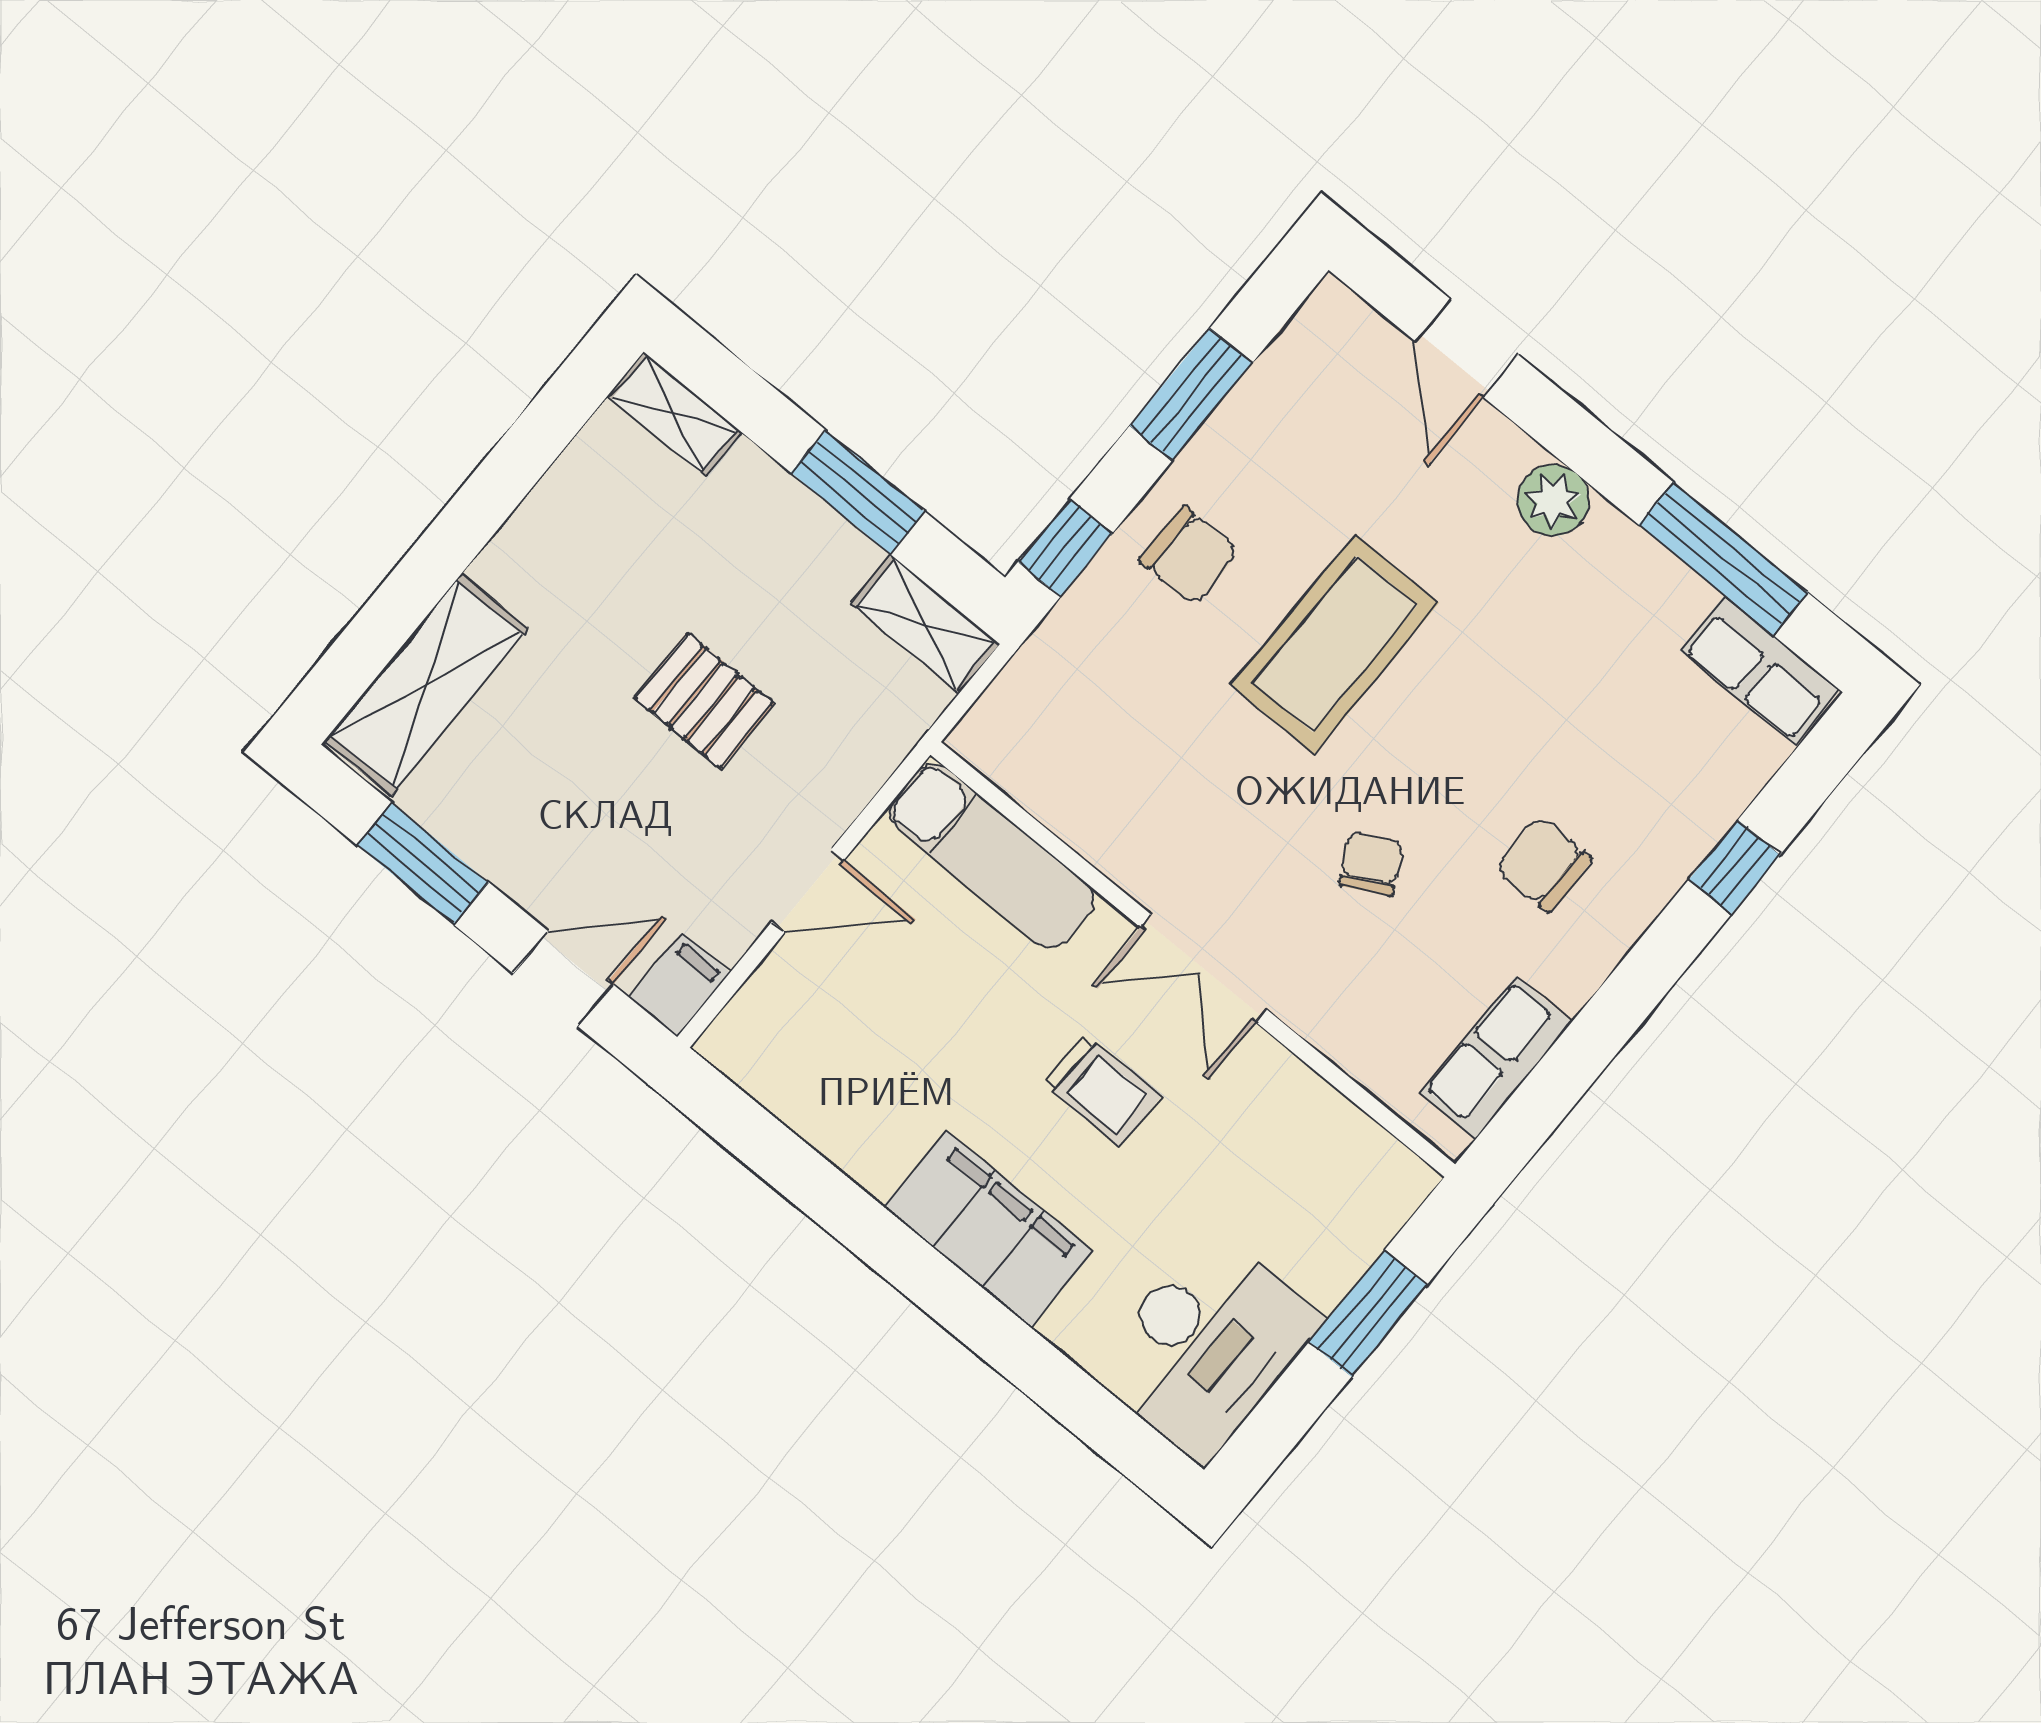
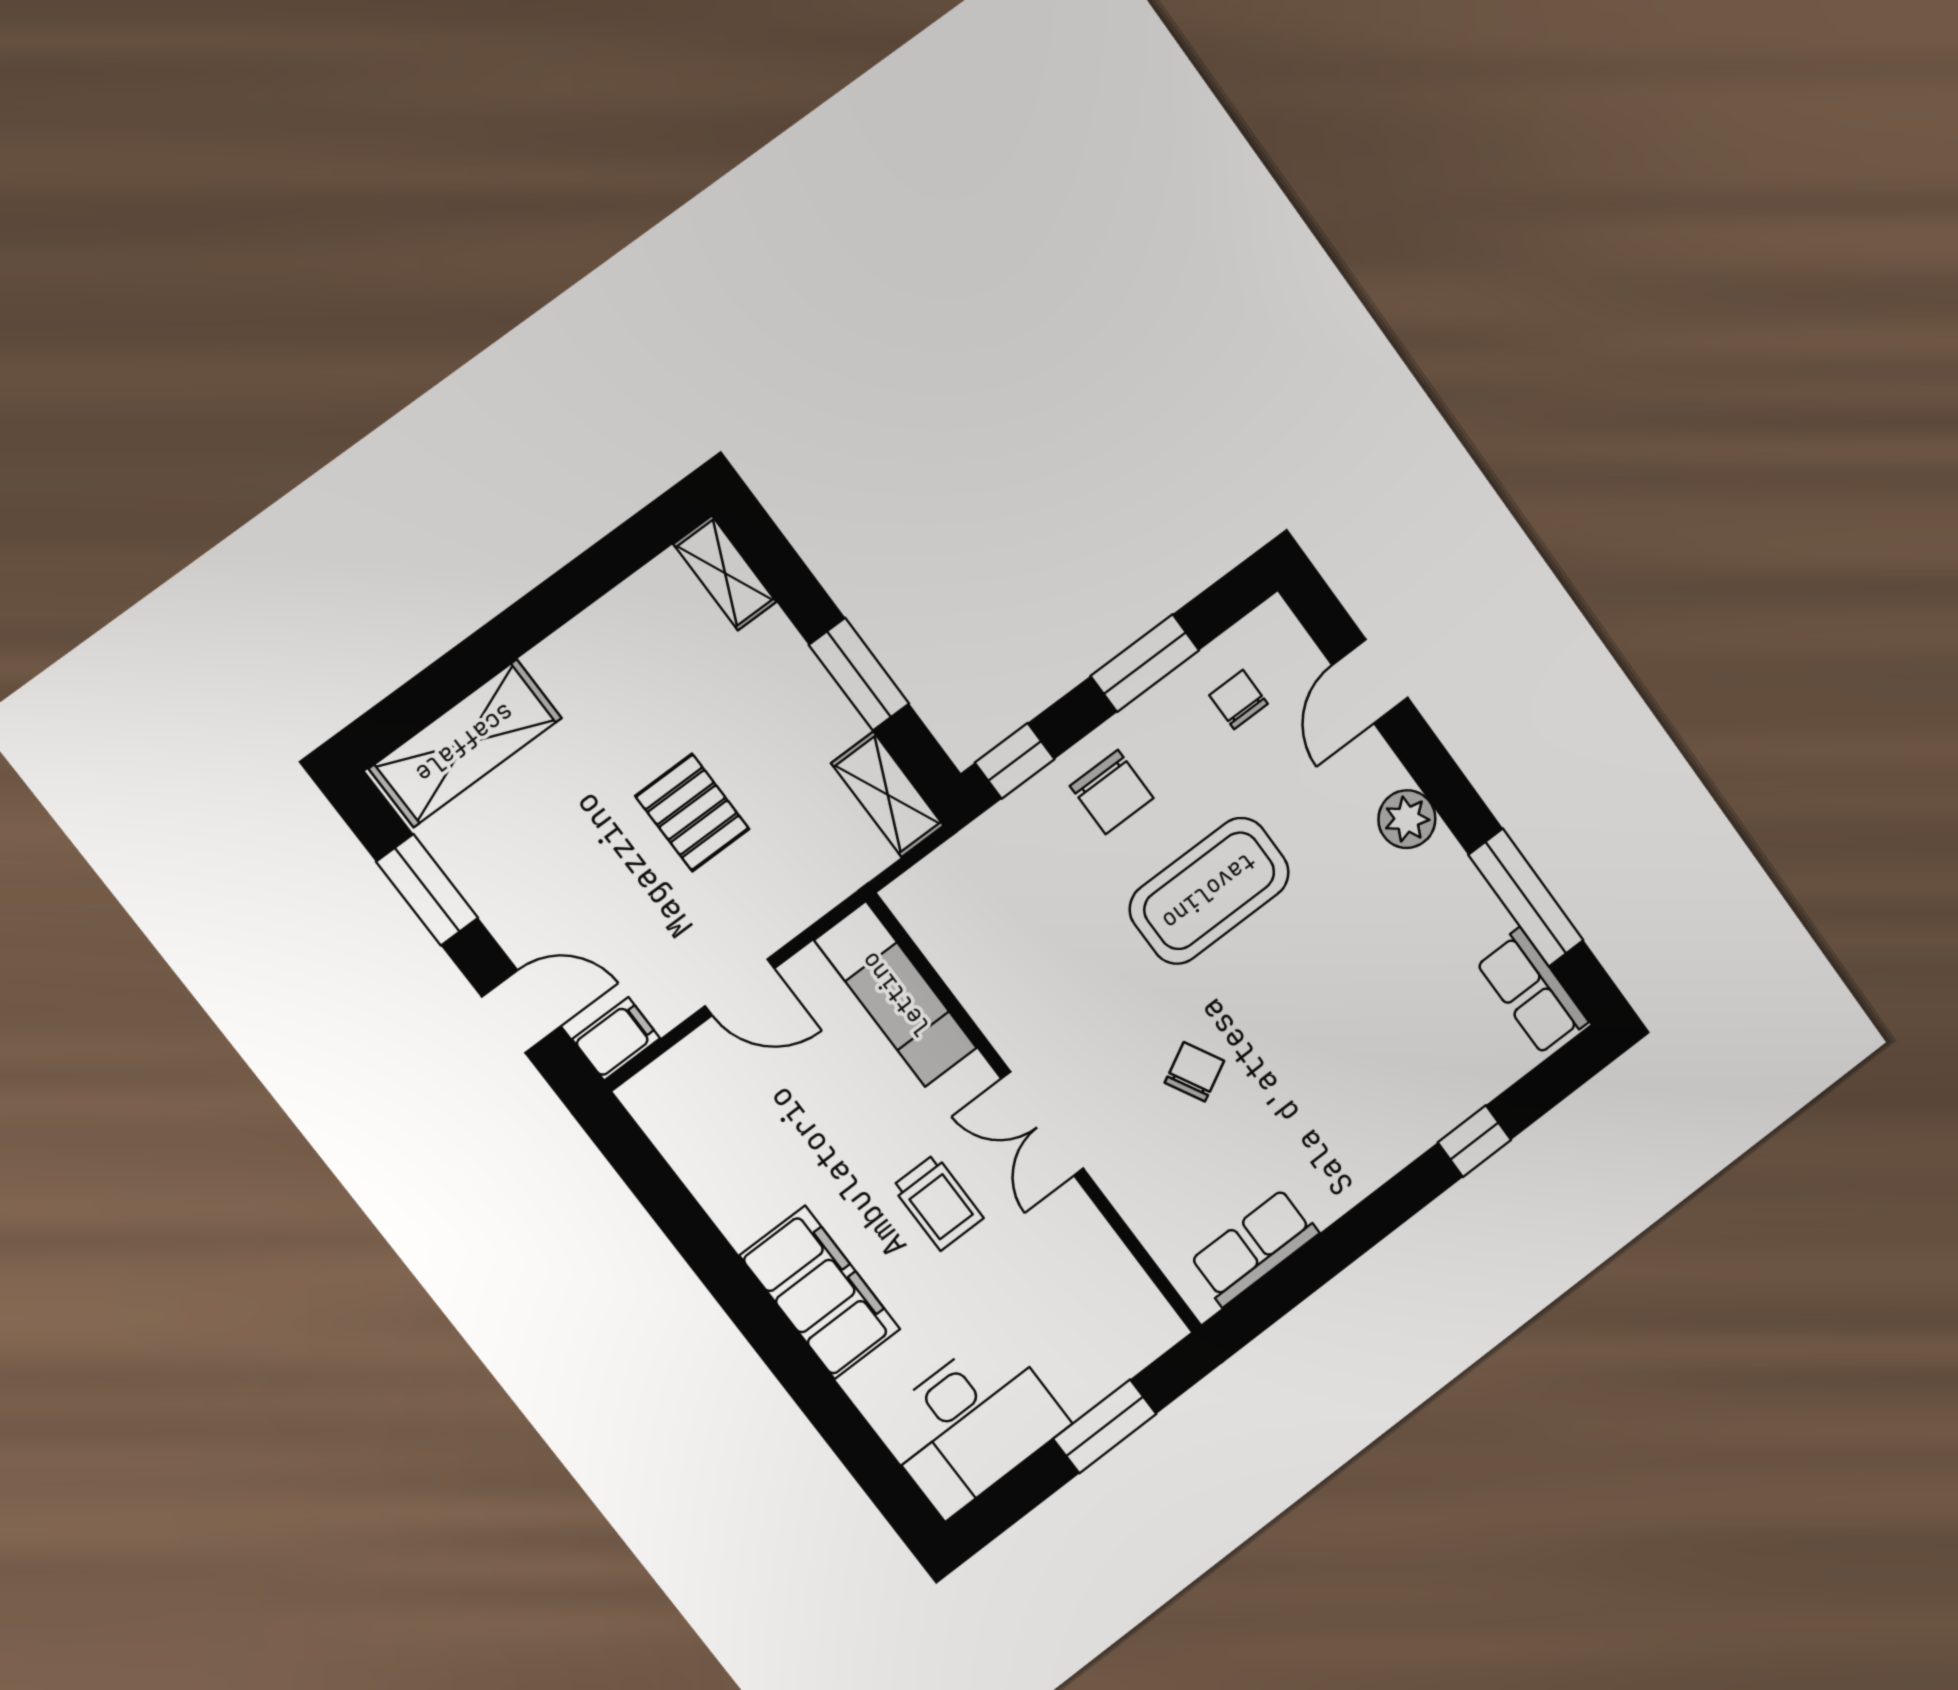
chair: (1543, 864) -> (1238, 700), moved, width x0.73, depth x0.73

